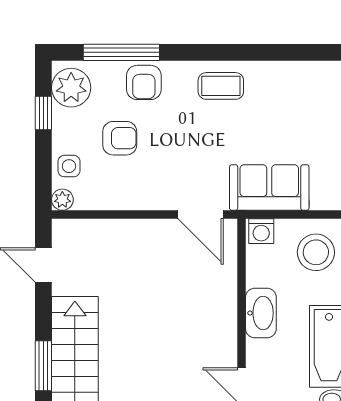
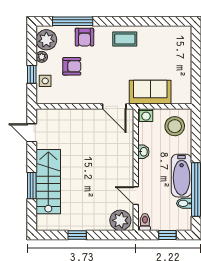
window: (43, 113) -> (32, 74), moved
plant: (62, 200) -> (42, 57), moved
washbasin: (261, 313) -> (143, 152), width x0.52, depth x0.69

